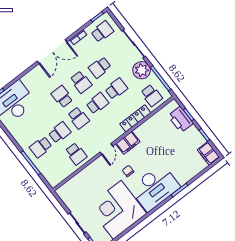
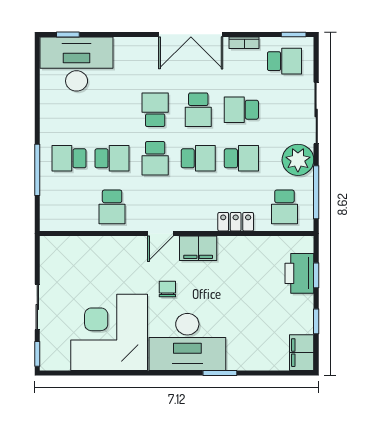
locker: (135, 118) -> (236, 222), width x0.66

